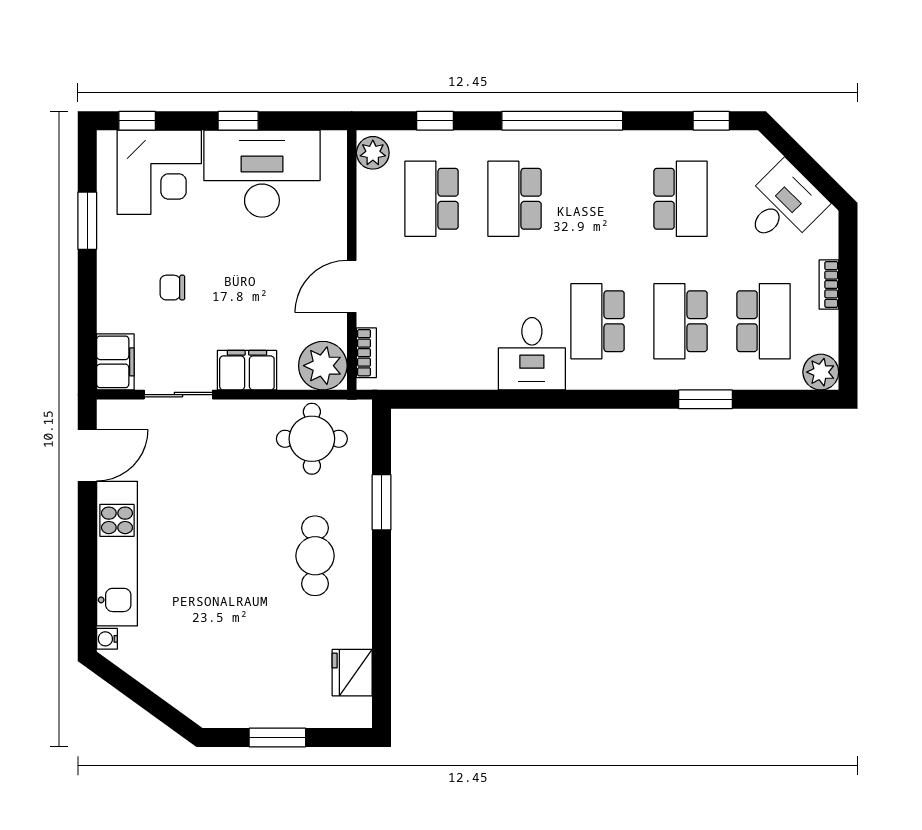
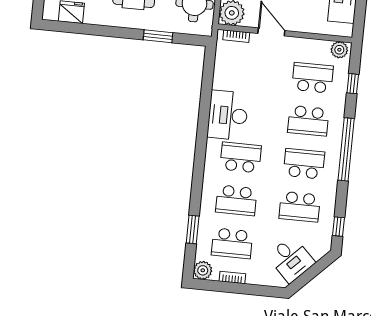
school desk: (515, 199) -> (308, 121), turned 180
school desk: (598, 199) -> (304, 164), added
bookcase: (829, 284) -> (232, 277), moved
school desk: (681, 321) -> (236, 200), turned 180
desk: (532, 354) -> (228, 115), width x1.37
window: (706, 399) -> (193, 229), moved

